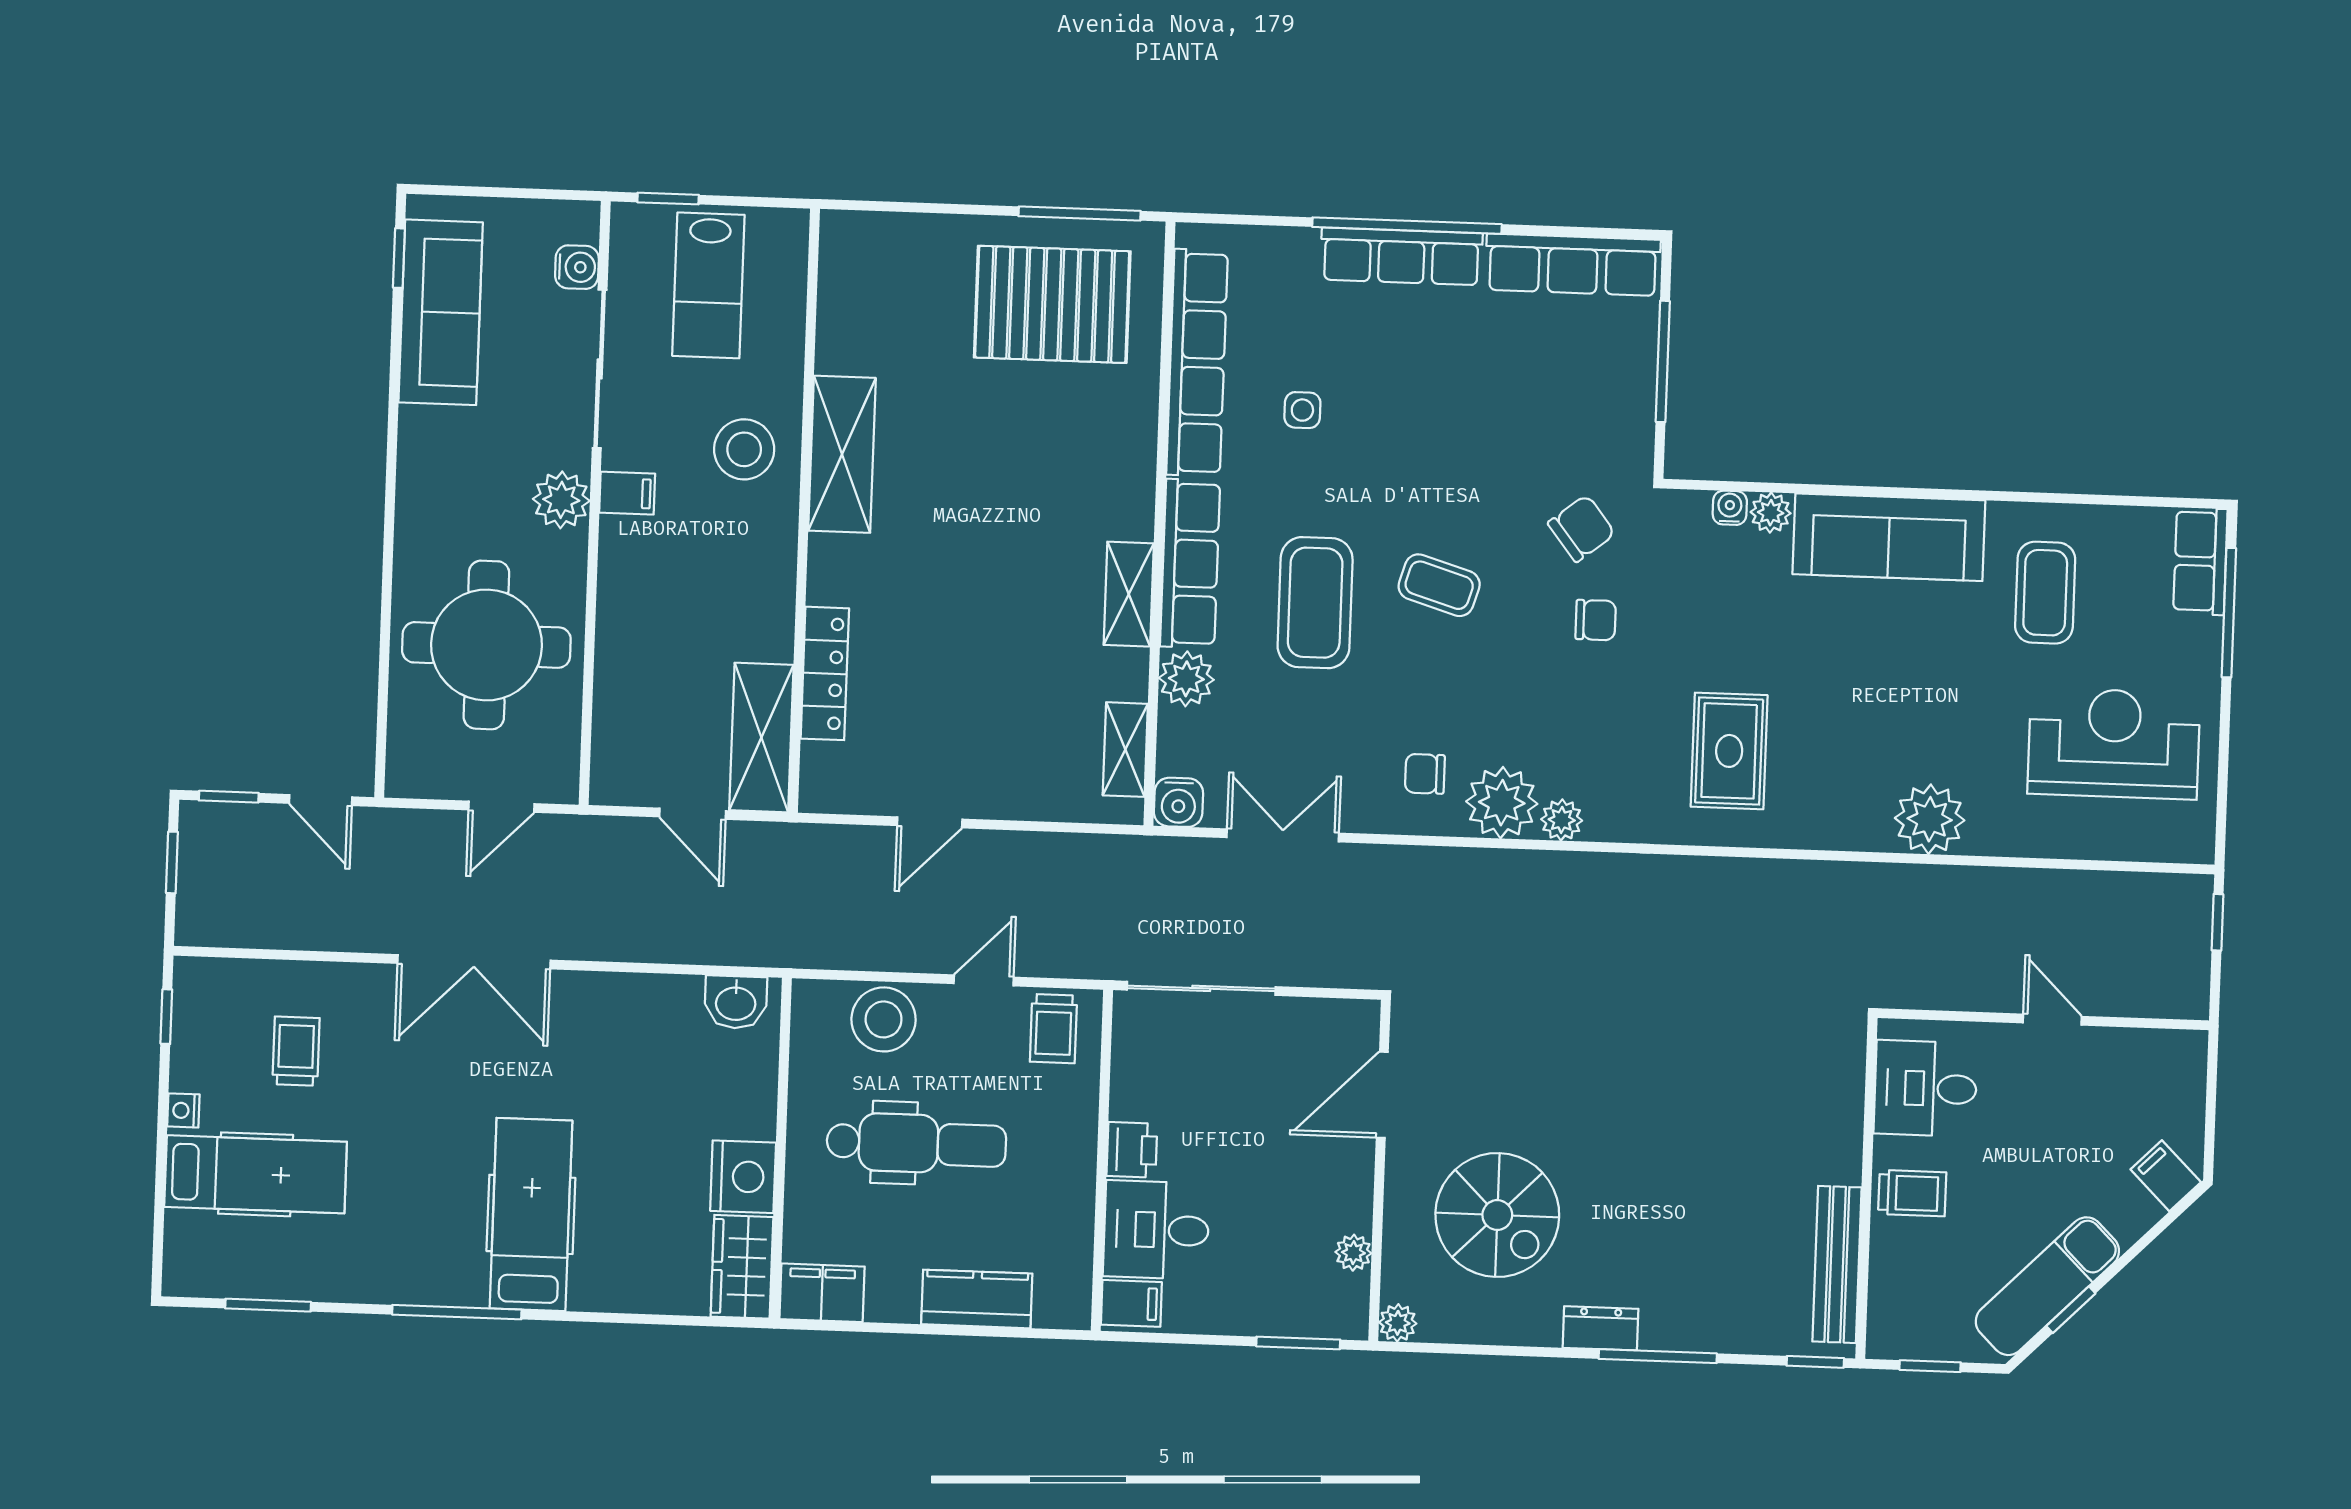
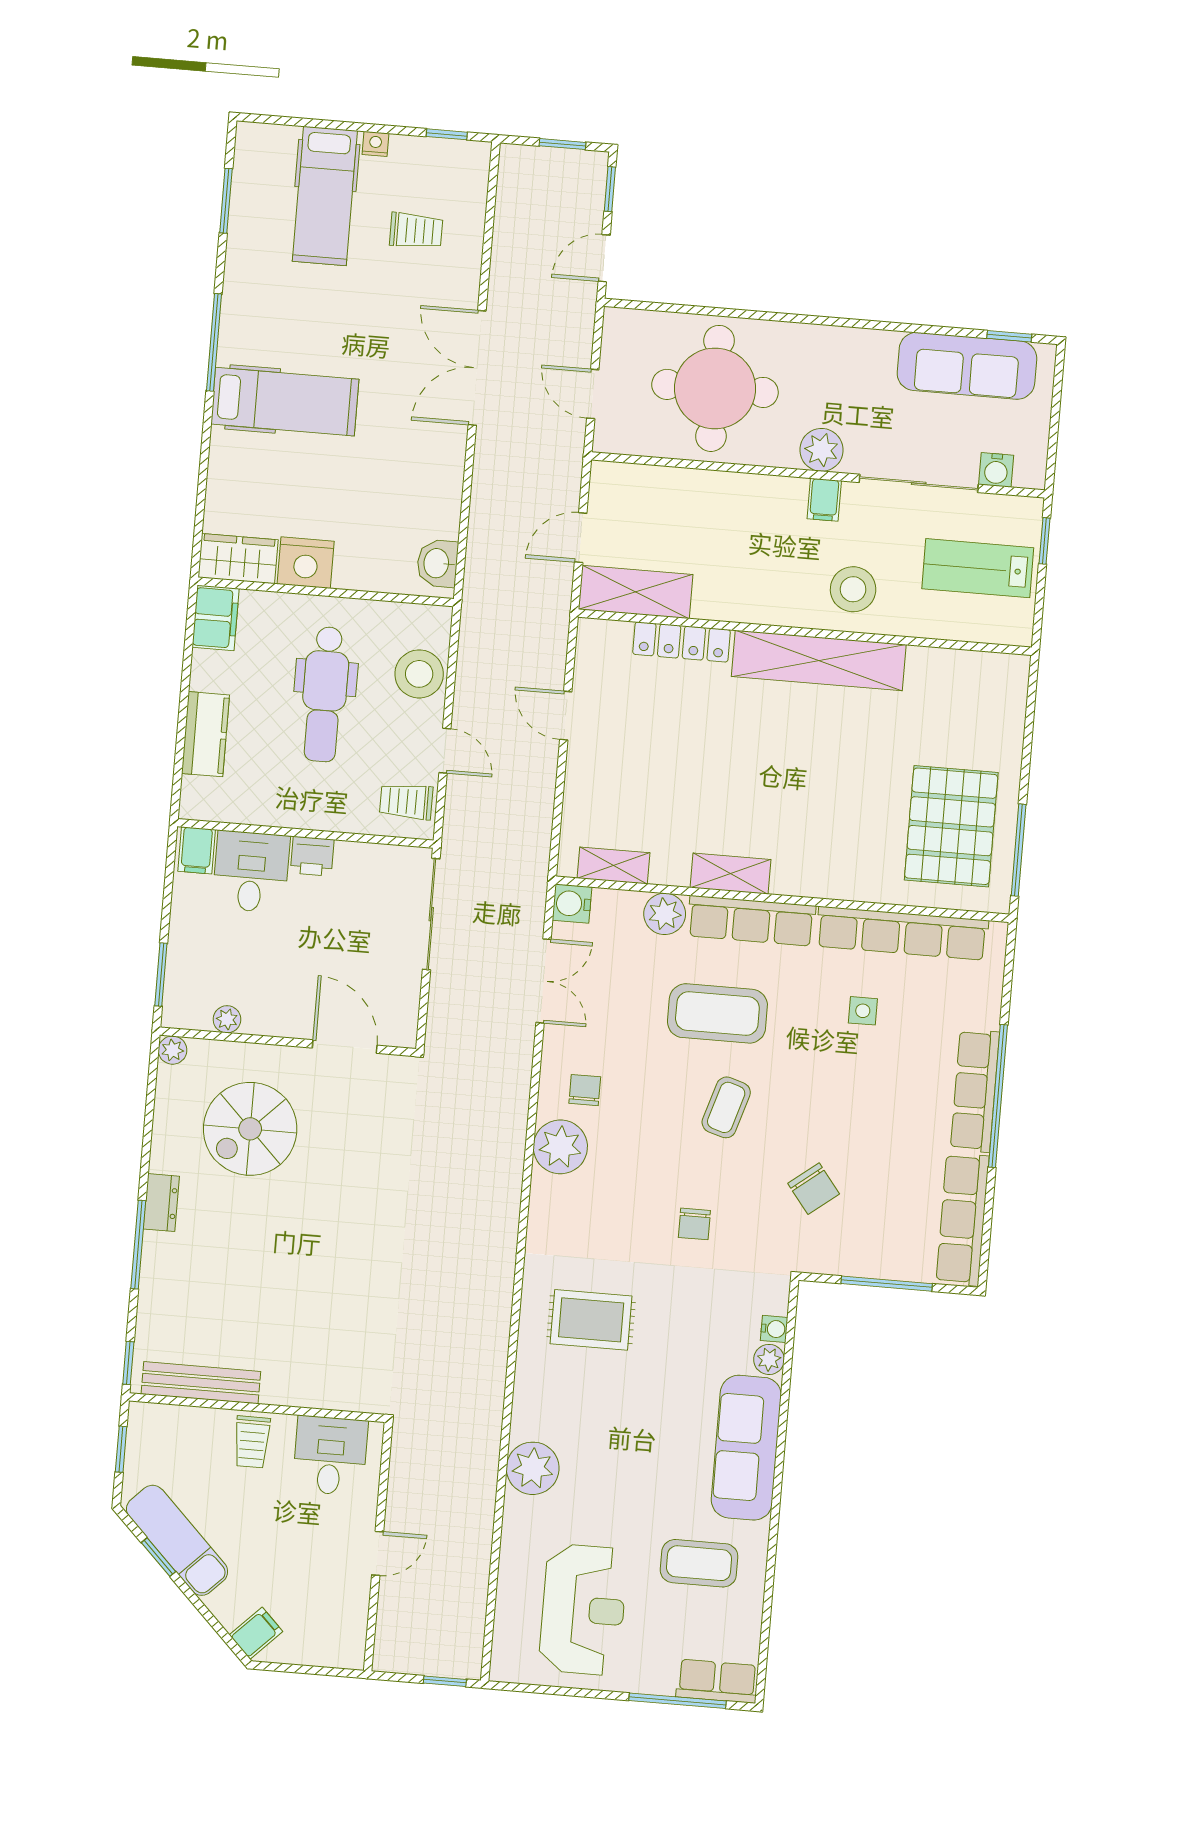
shelving: (842, 454) -> (819, 660), width x1.47
chair: (1582, 528) -> (814, 1189), moved
plant: (1562, 820) -> (545, 1191), removed

